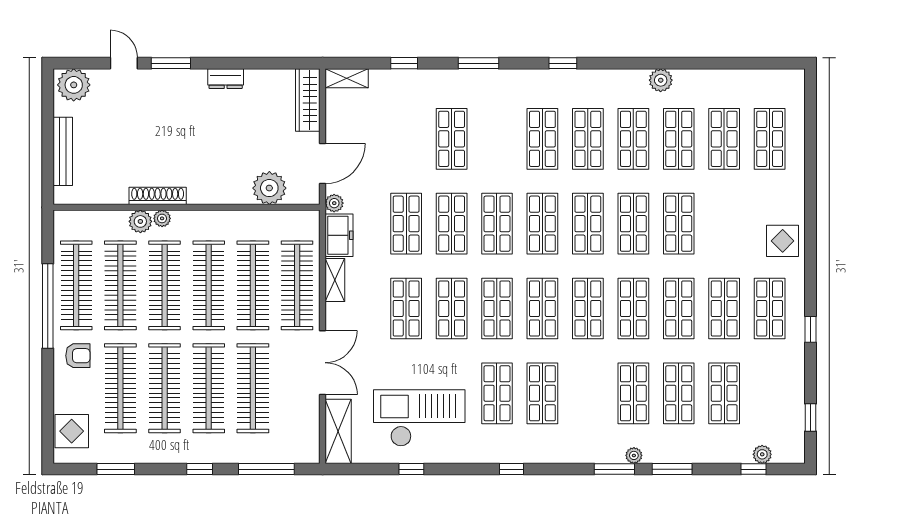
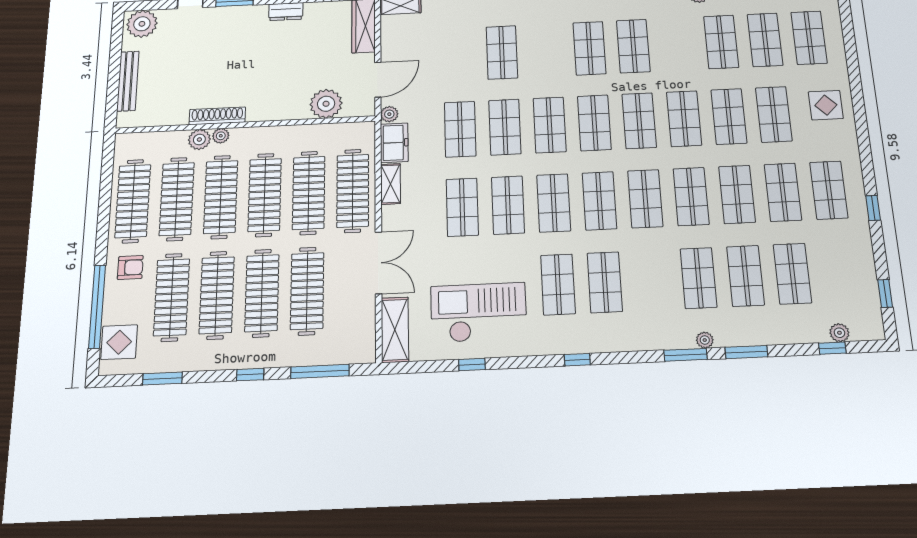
shop shelf: (633, 139) -> (774, 114), moved
display table: (783, 241) -> (826, 105), moved
window: (48, 306) -> (97, 307), moved

